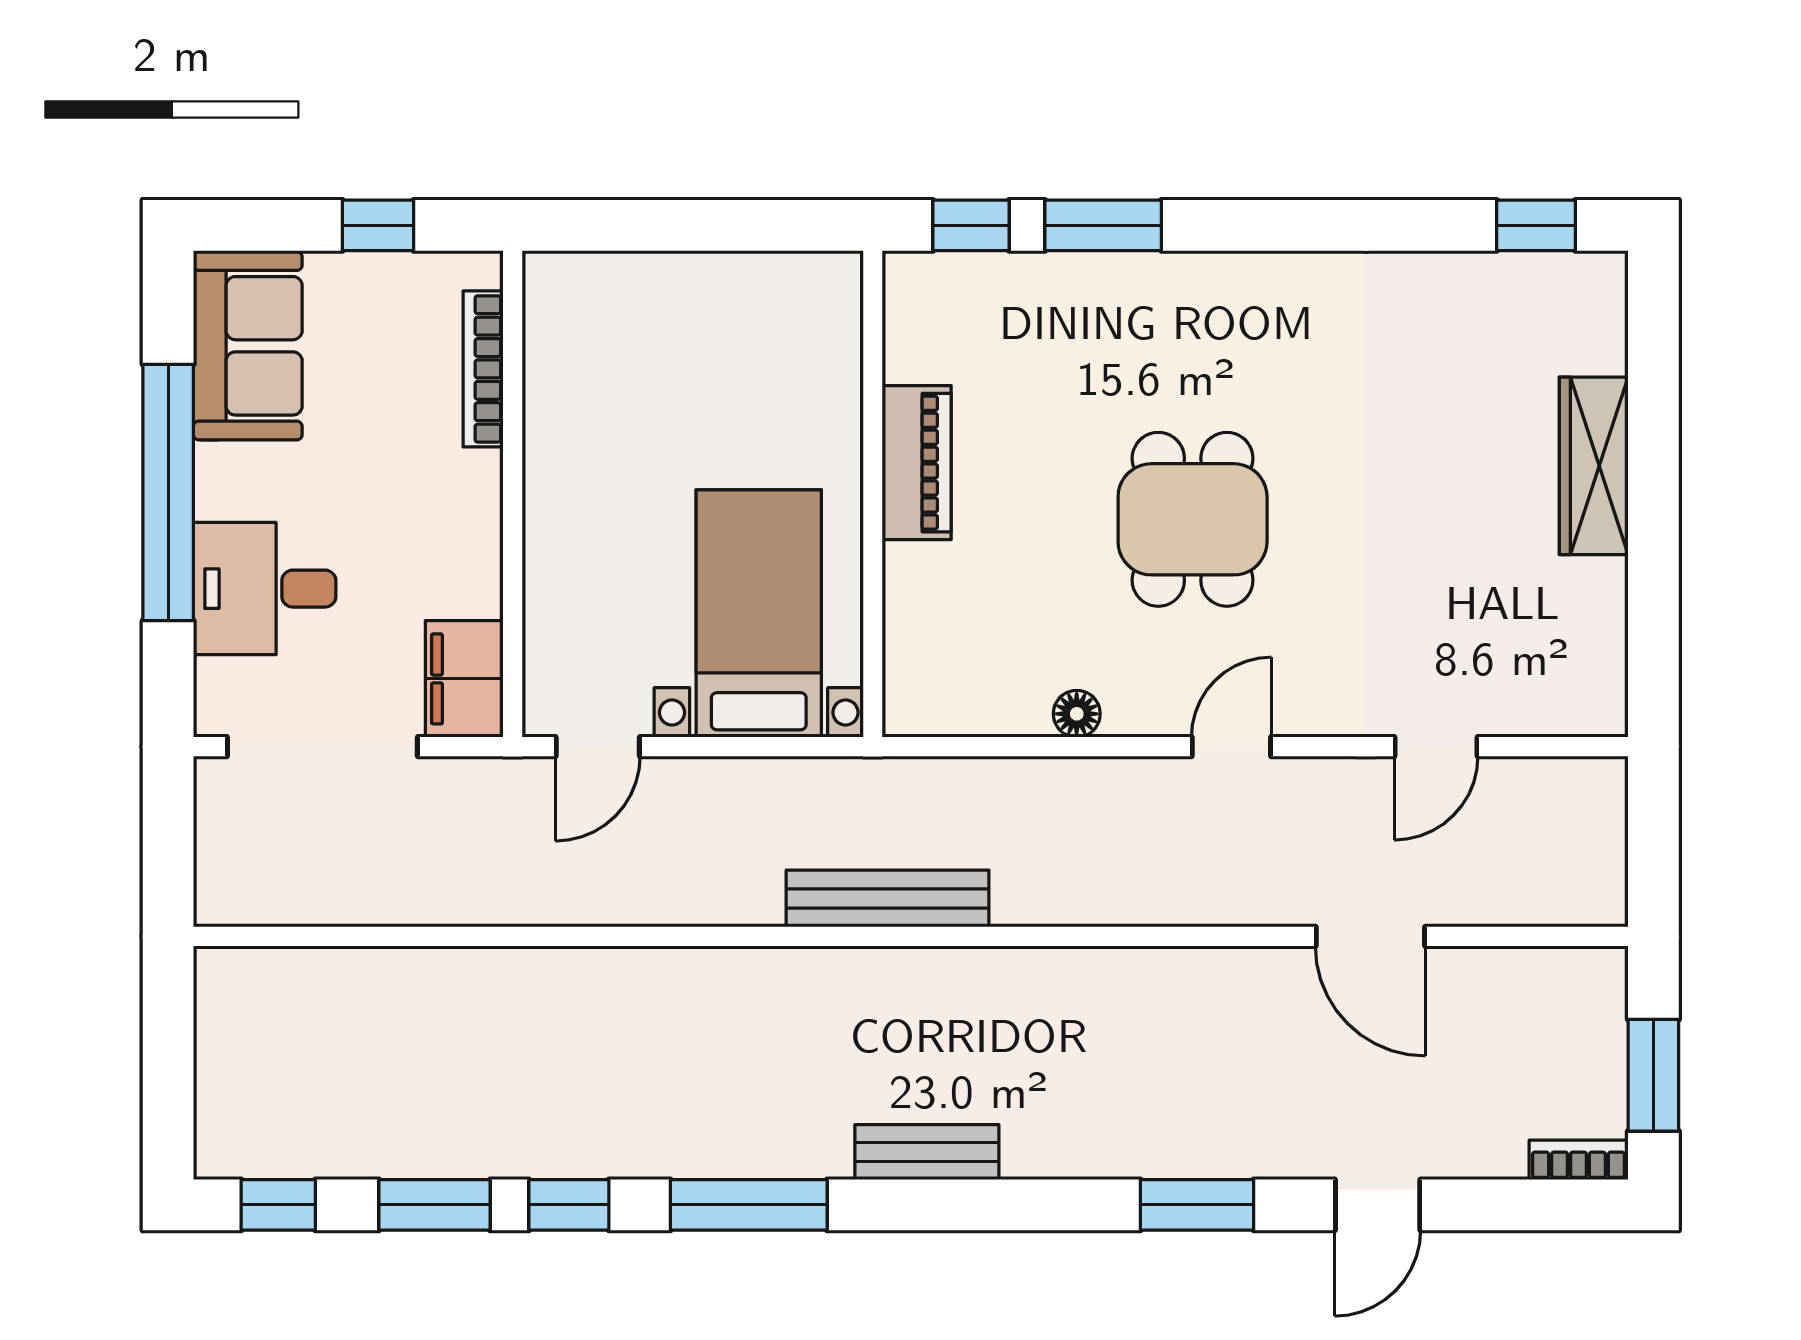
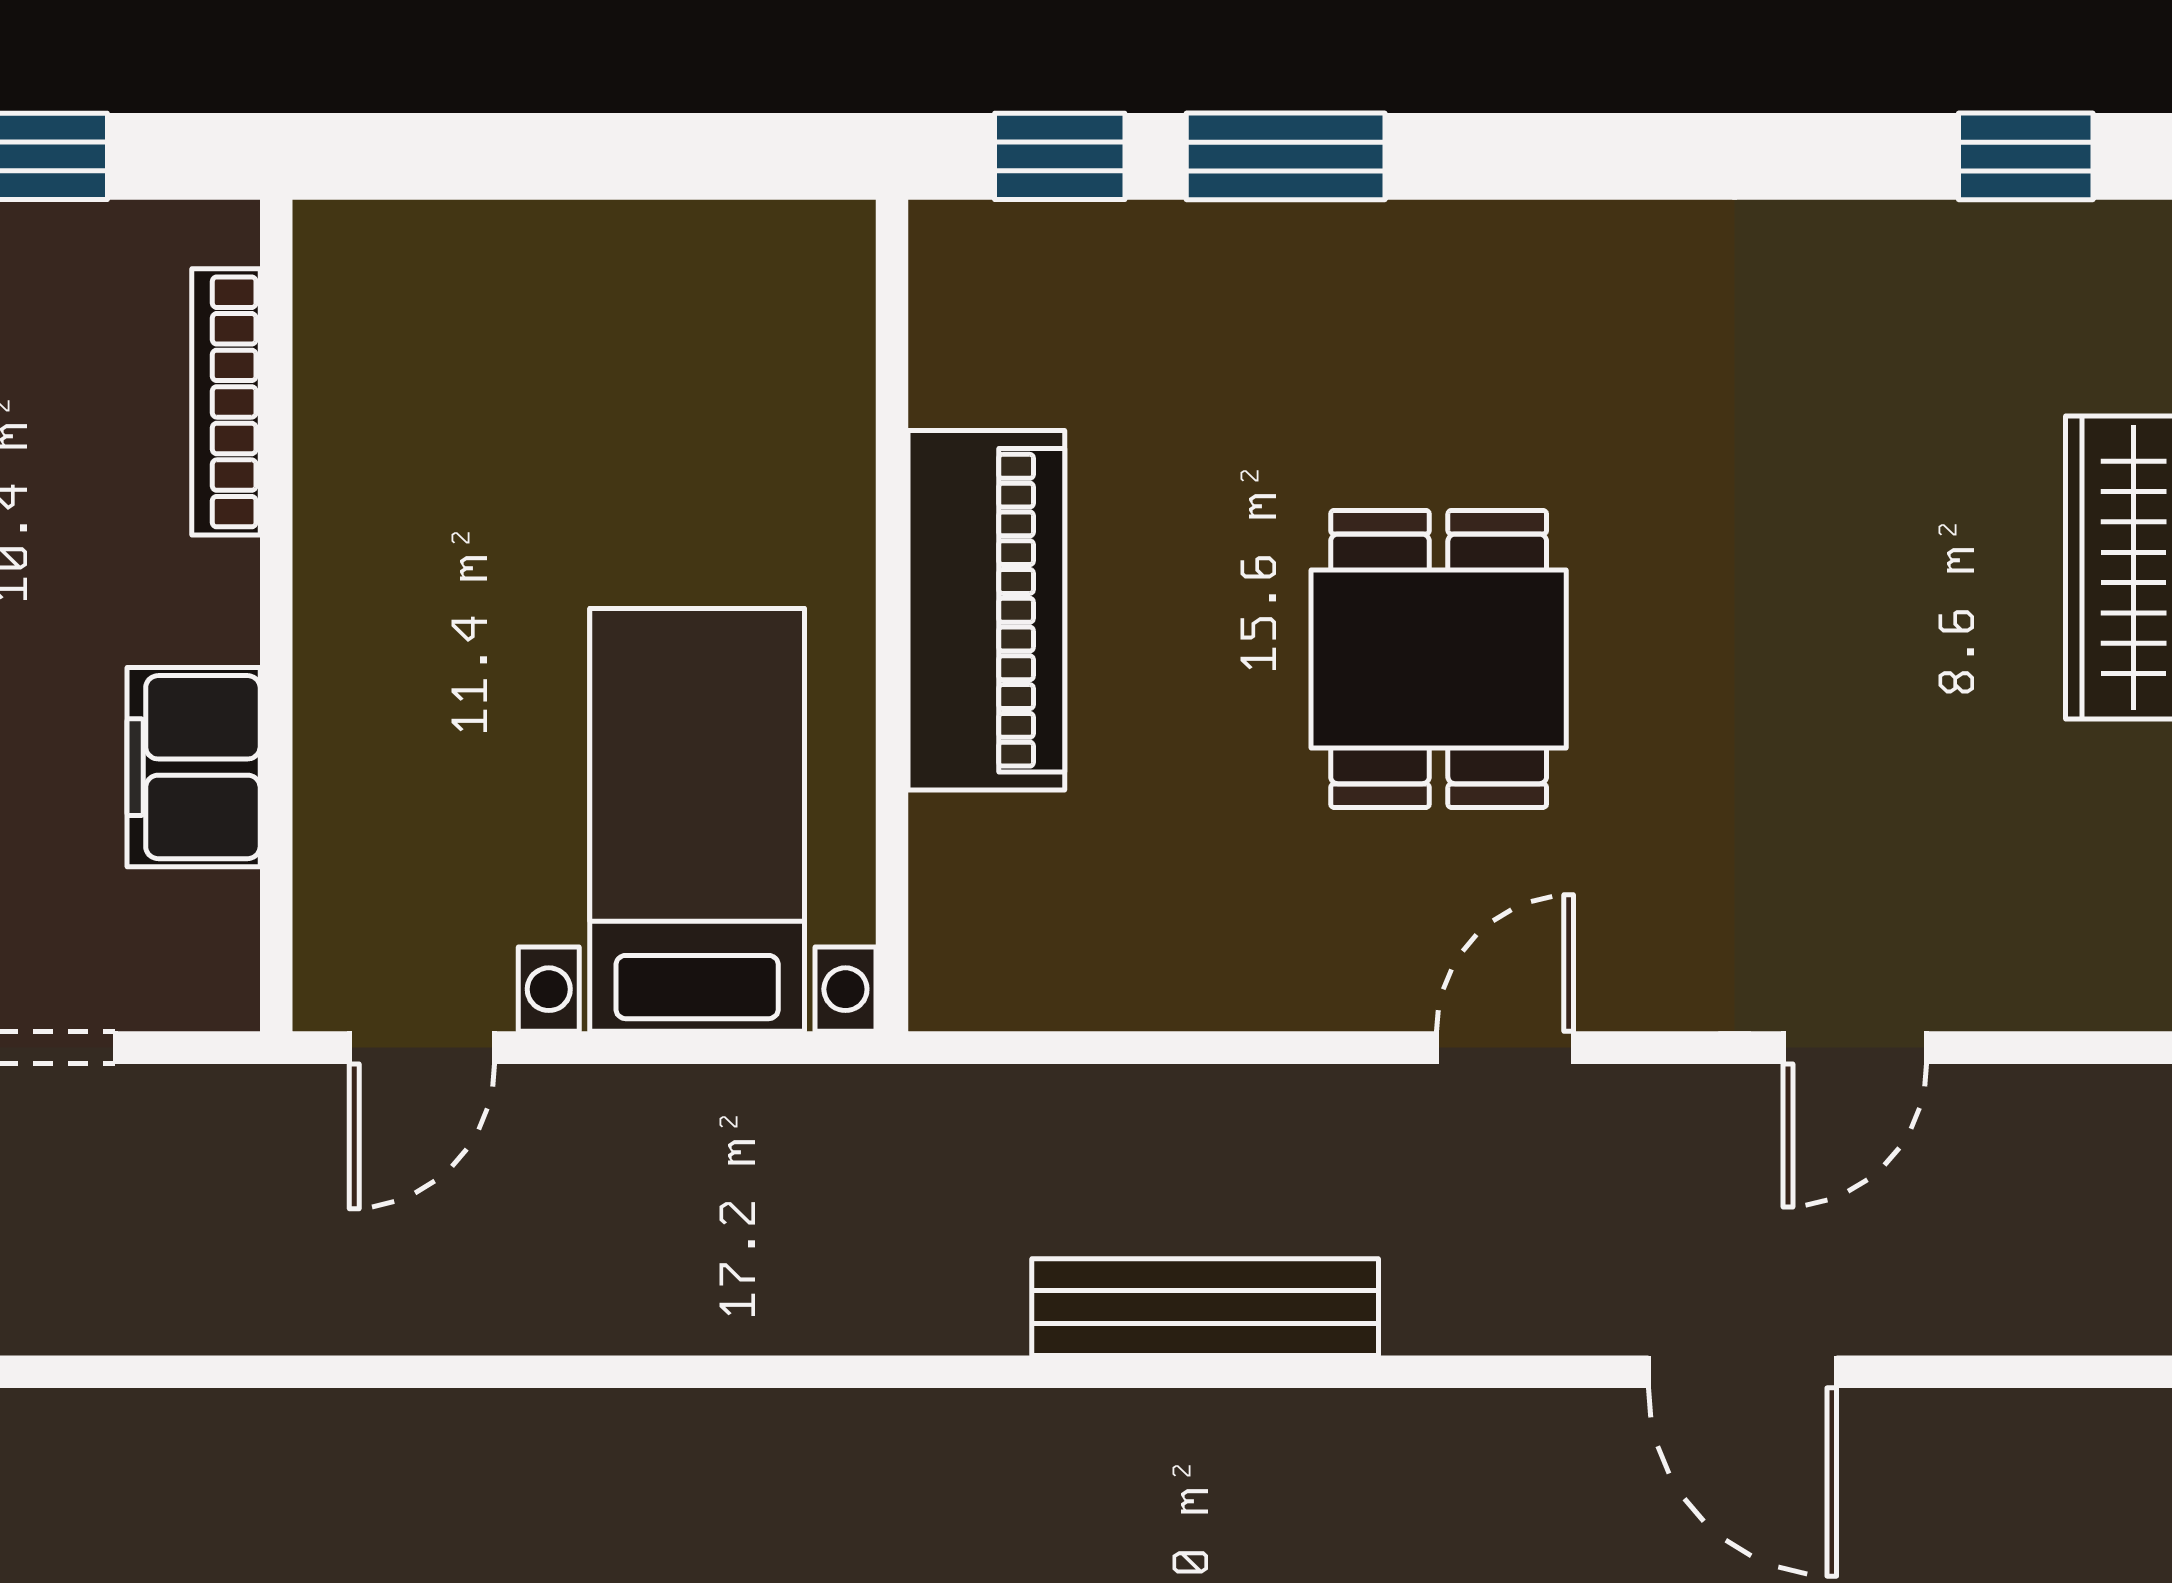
piano: (917, 463) -> (986, 610), width x1.37, depth x1.33
filing cabinet: (464, 679) -> (194, 767), moved
floor lamp: (1077, 714) -> (1241, 991), removed
bench: (888, 898) -> (1205, 1307), moved

